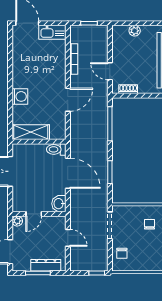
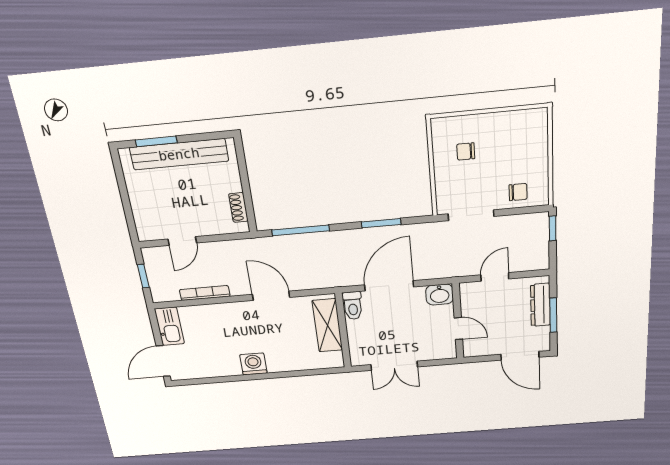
plant: (135, 31) -> (140, 206), removed
door: (110, 71) -> (182, 241), moved
washing machine: (20, 96) -> (253, 364), moved
shelving: (31, 132) -> (327, 325), moved
plant: (17, 221) -> (471, 350), removed

